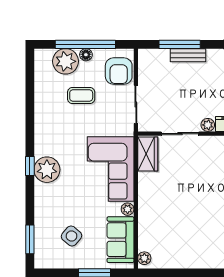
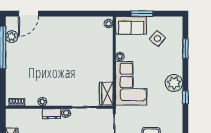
window: (30, 166) -> (185, 97), moved
window: (30, 239) -> (185, 49), moved
sofa: (120, 240) -> (131, 25), moved, turned 90

